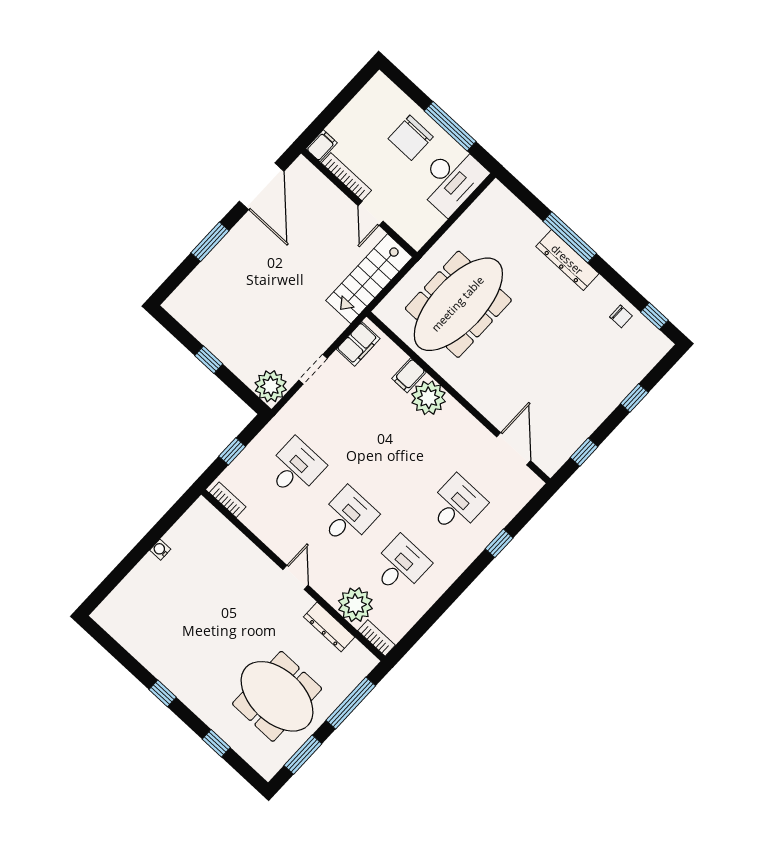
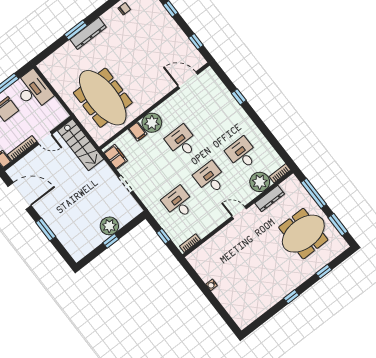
window: (570, 237) -> (76, 30), width x0.69
plant: (271, 386) -> (109, 226), moved
desk: (457, 505) -> (182, 142), moved

